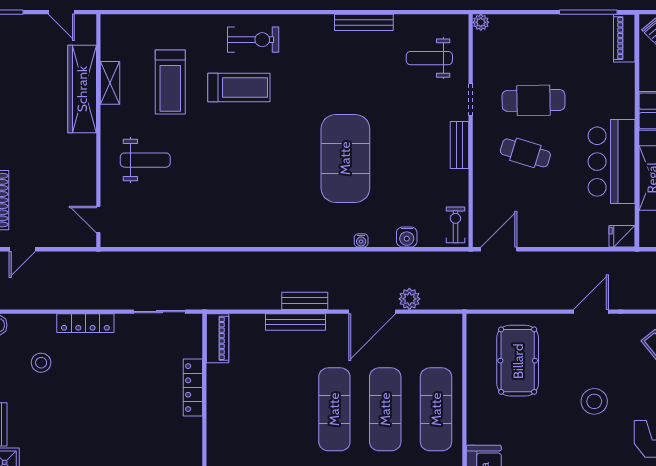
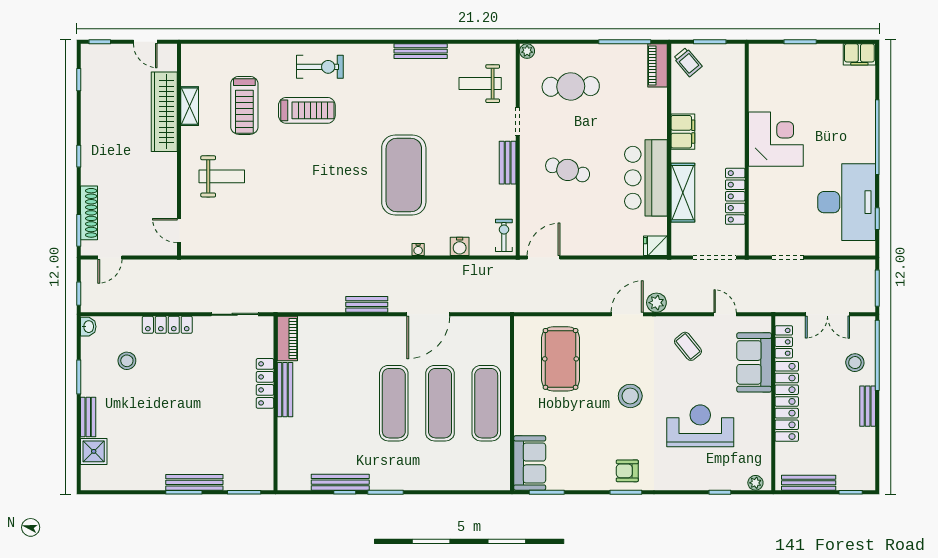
cafe table: (534, 100) -> (571, 86), moved
plant: (409, 299) -> (656, 303), moved
bench: (295, 322) -> (285, 390), moved, turned 90

